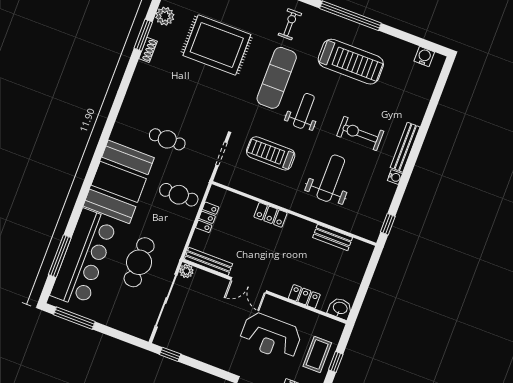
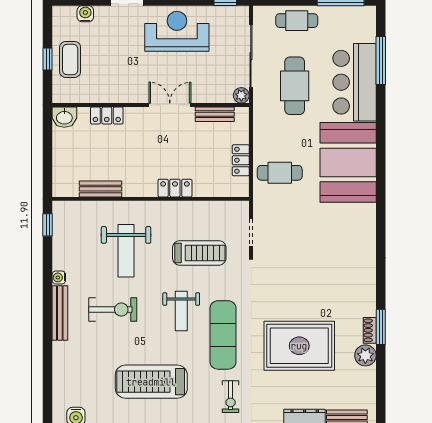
shoe rack: (148, 50) -> (370, 330), moved
cafe table: (167, 139) -> (297, 21), moved
bar counter: (84, 258) -> (355, 82), width x0.73
bench: (208, 261) -> (215, 114), width x0.73
reception desk: (271, 336) -> (177, 31), moved

